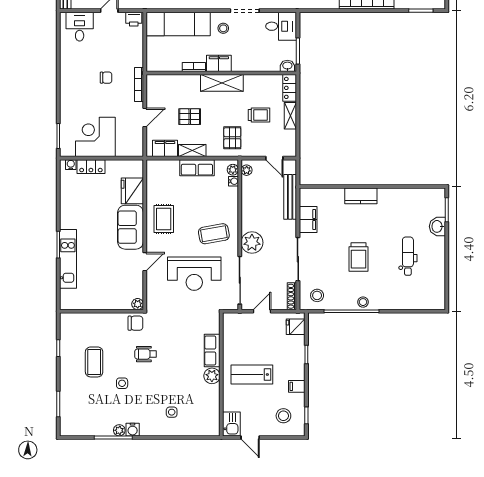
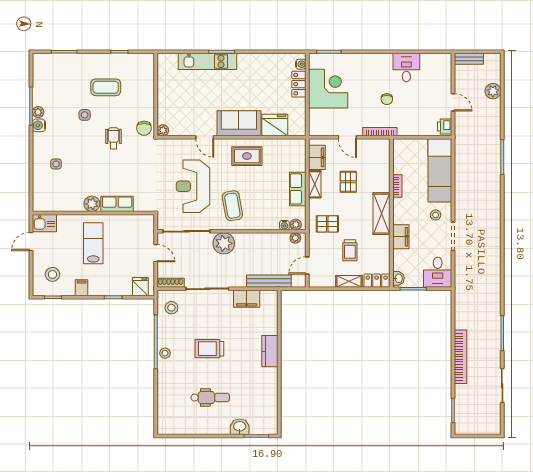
desk: (80, 27) -> (406, 68), moved, turned -90
filing cabinet: (219, 63) -> (401, 237), moved

